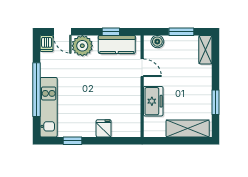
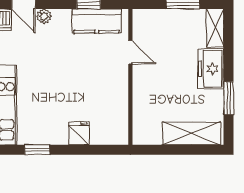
boiler: (157, 42) -> (151, 17), removed
plant: (82, 46) -> (44, 16), width x0.53, depth x0.53
freezer: (153, 101) -> (211, 69), moved, turned 180

